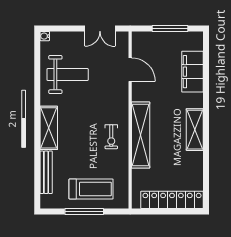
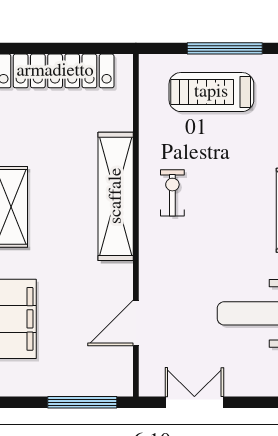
window: (170, 28) -> (82, 402), moved
door: (130, 70) -> (136, 323), hinge flipped

